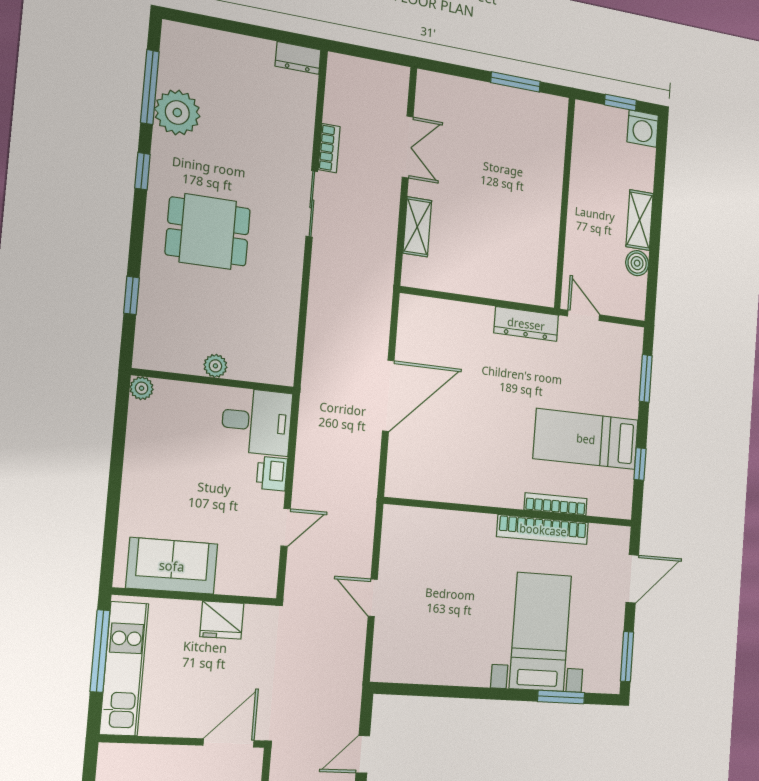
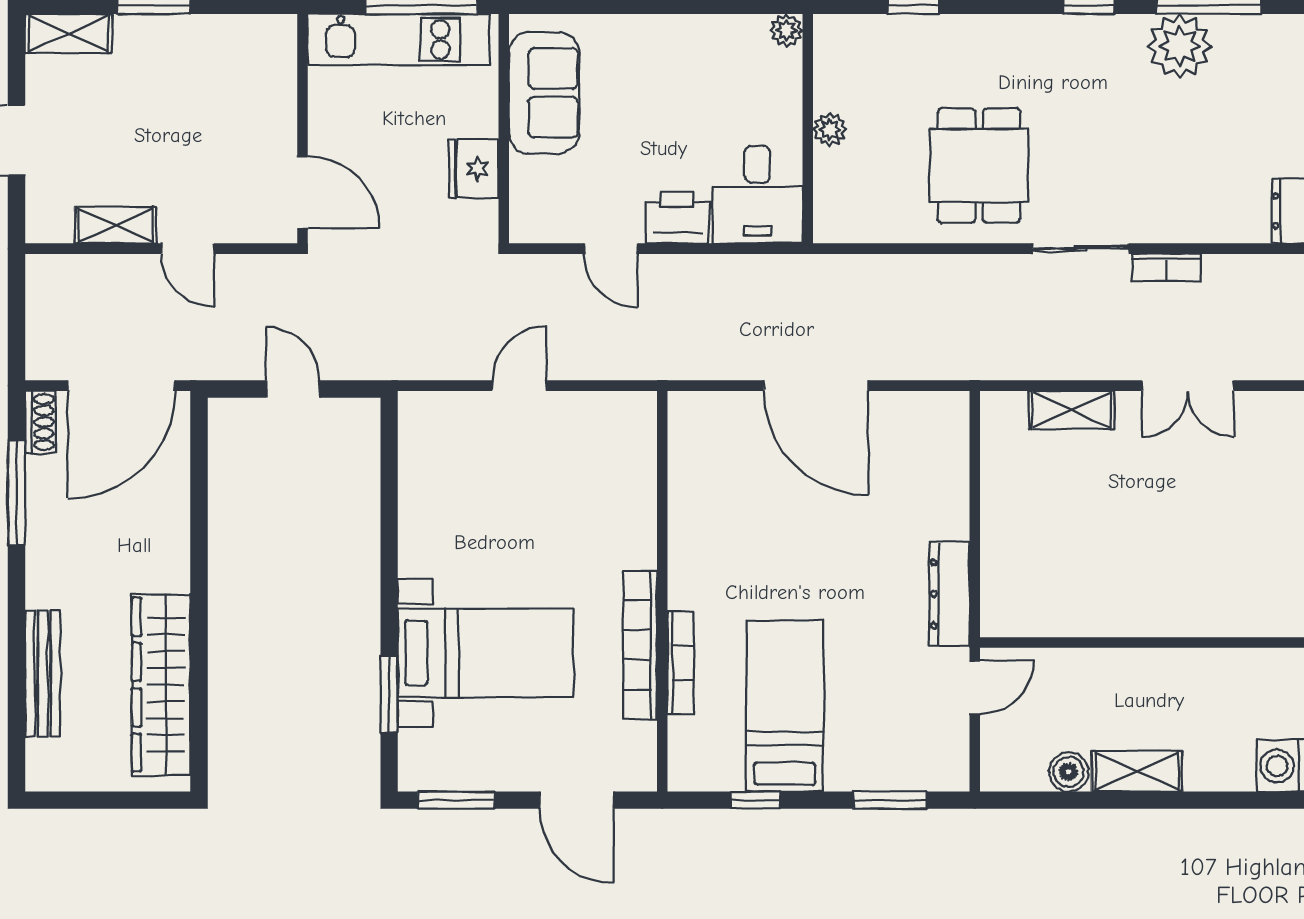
dining table: (208, 232) -> (979, 166), moved
printer: (272, 474) -> (677, 217), width x1.36, depth x1.24

